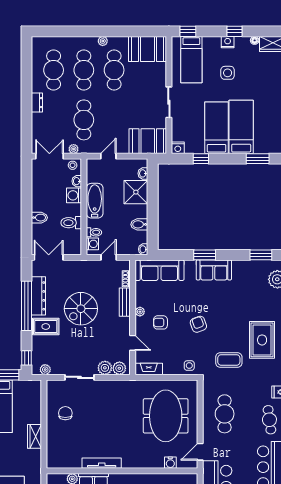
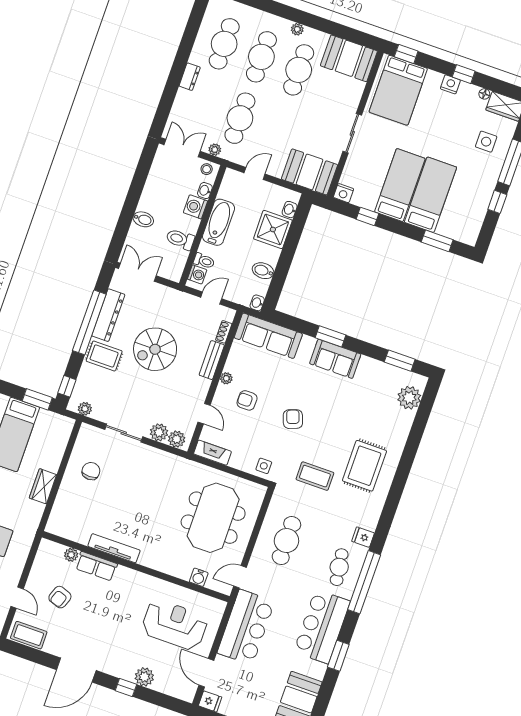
bed: (191, 60) -> (398, 90), width x1.50
side table: (228, 73) -> (486, 142), moved

